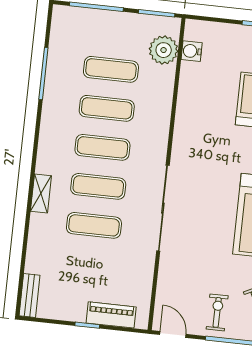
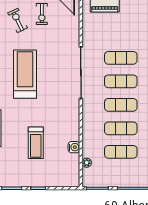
plant: (164, 50) -> (87, 163), width x0.53, depth x0.53
water cooler: (192, 51) -> (74, 147), moved

